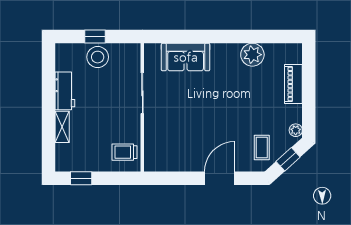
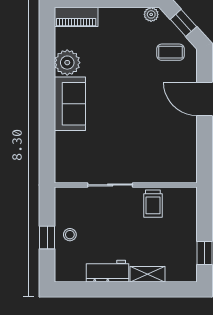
stool: (98, 57) -> (70, 235), width x0.53, depth x0.53
sofa: (186, 57) -> (70, 104), moved
piano: (293, 84) -> (76, 17), moved
trolley: (124, 152) -> (153, 204), moved

